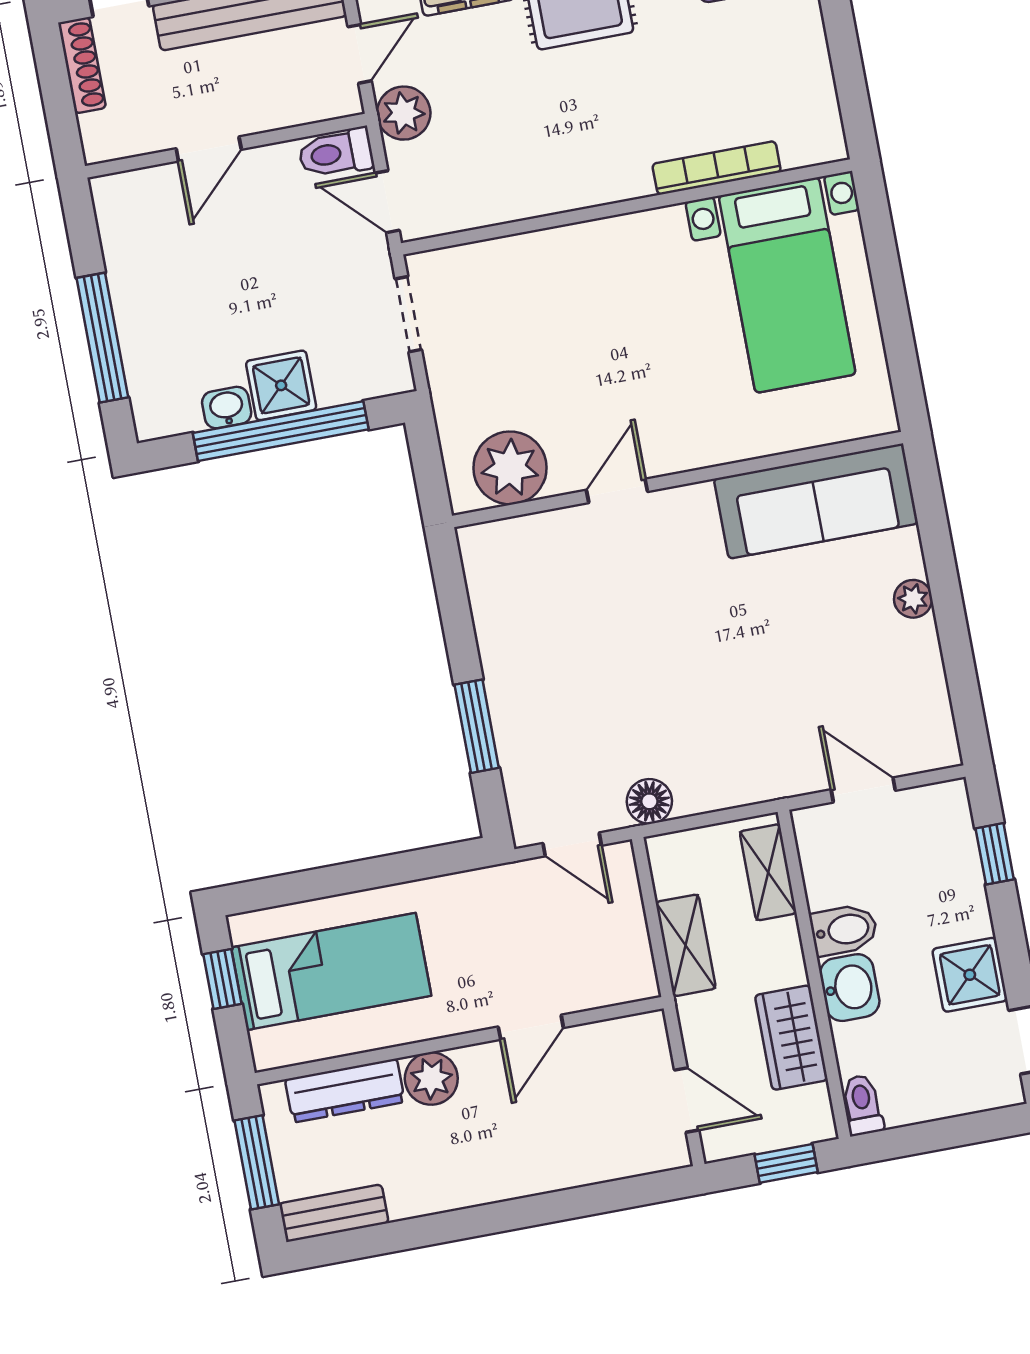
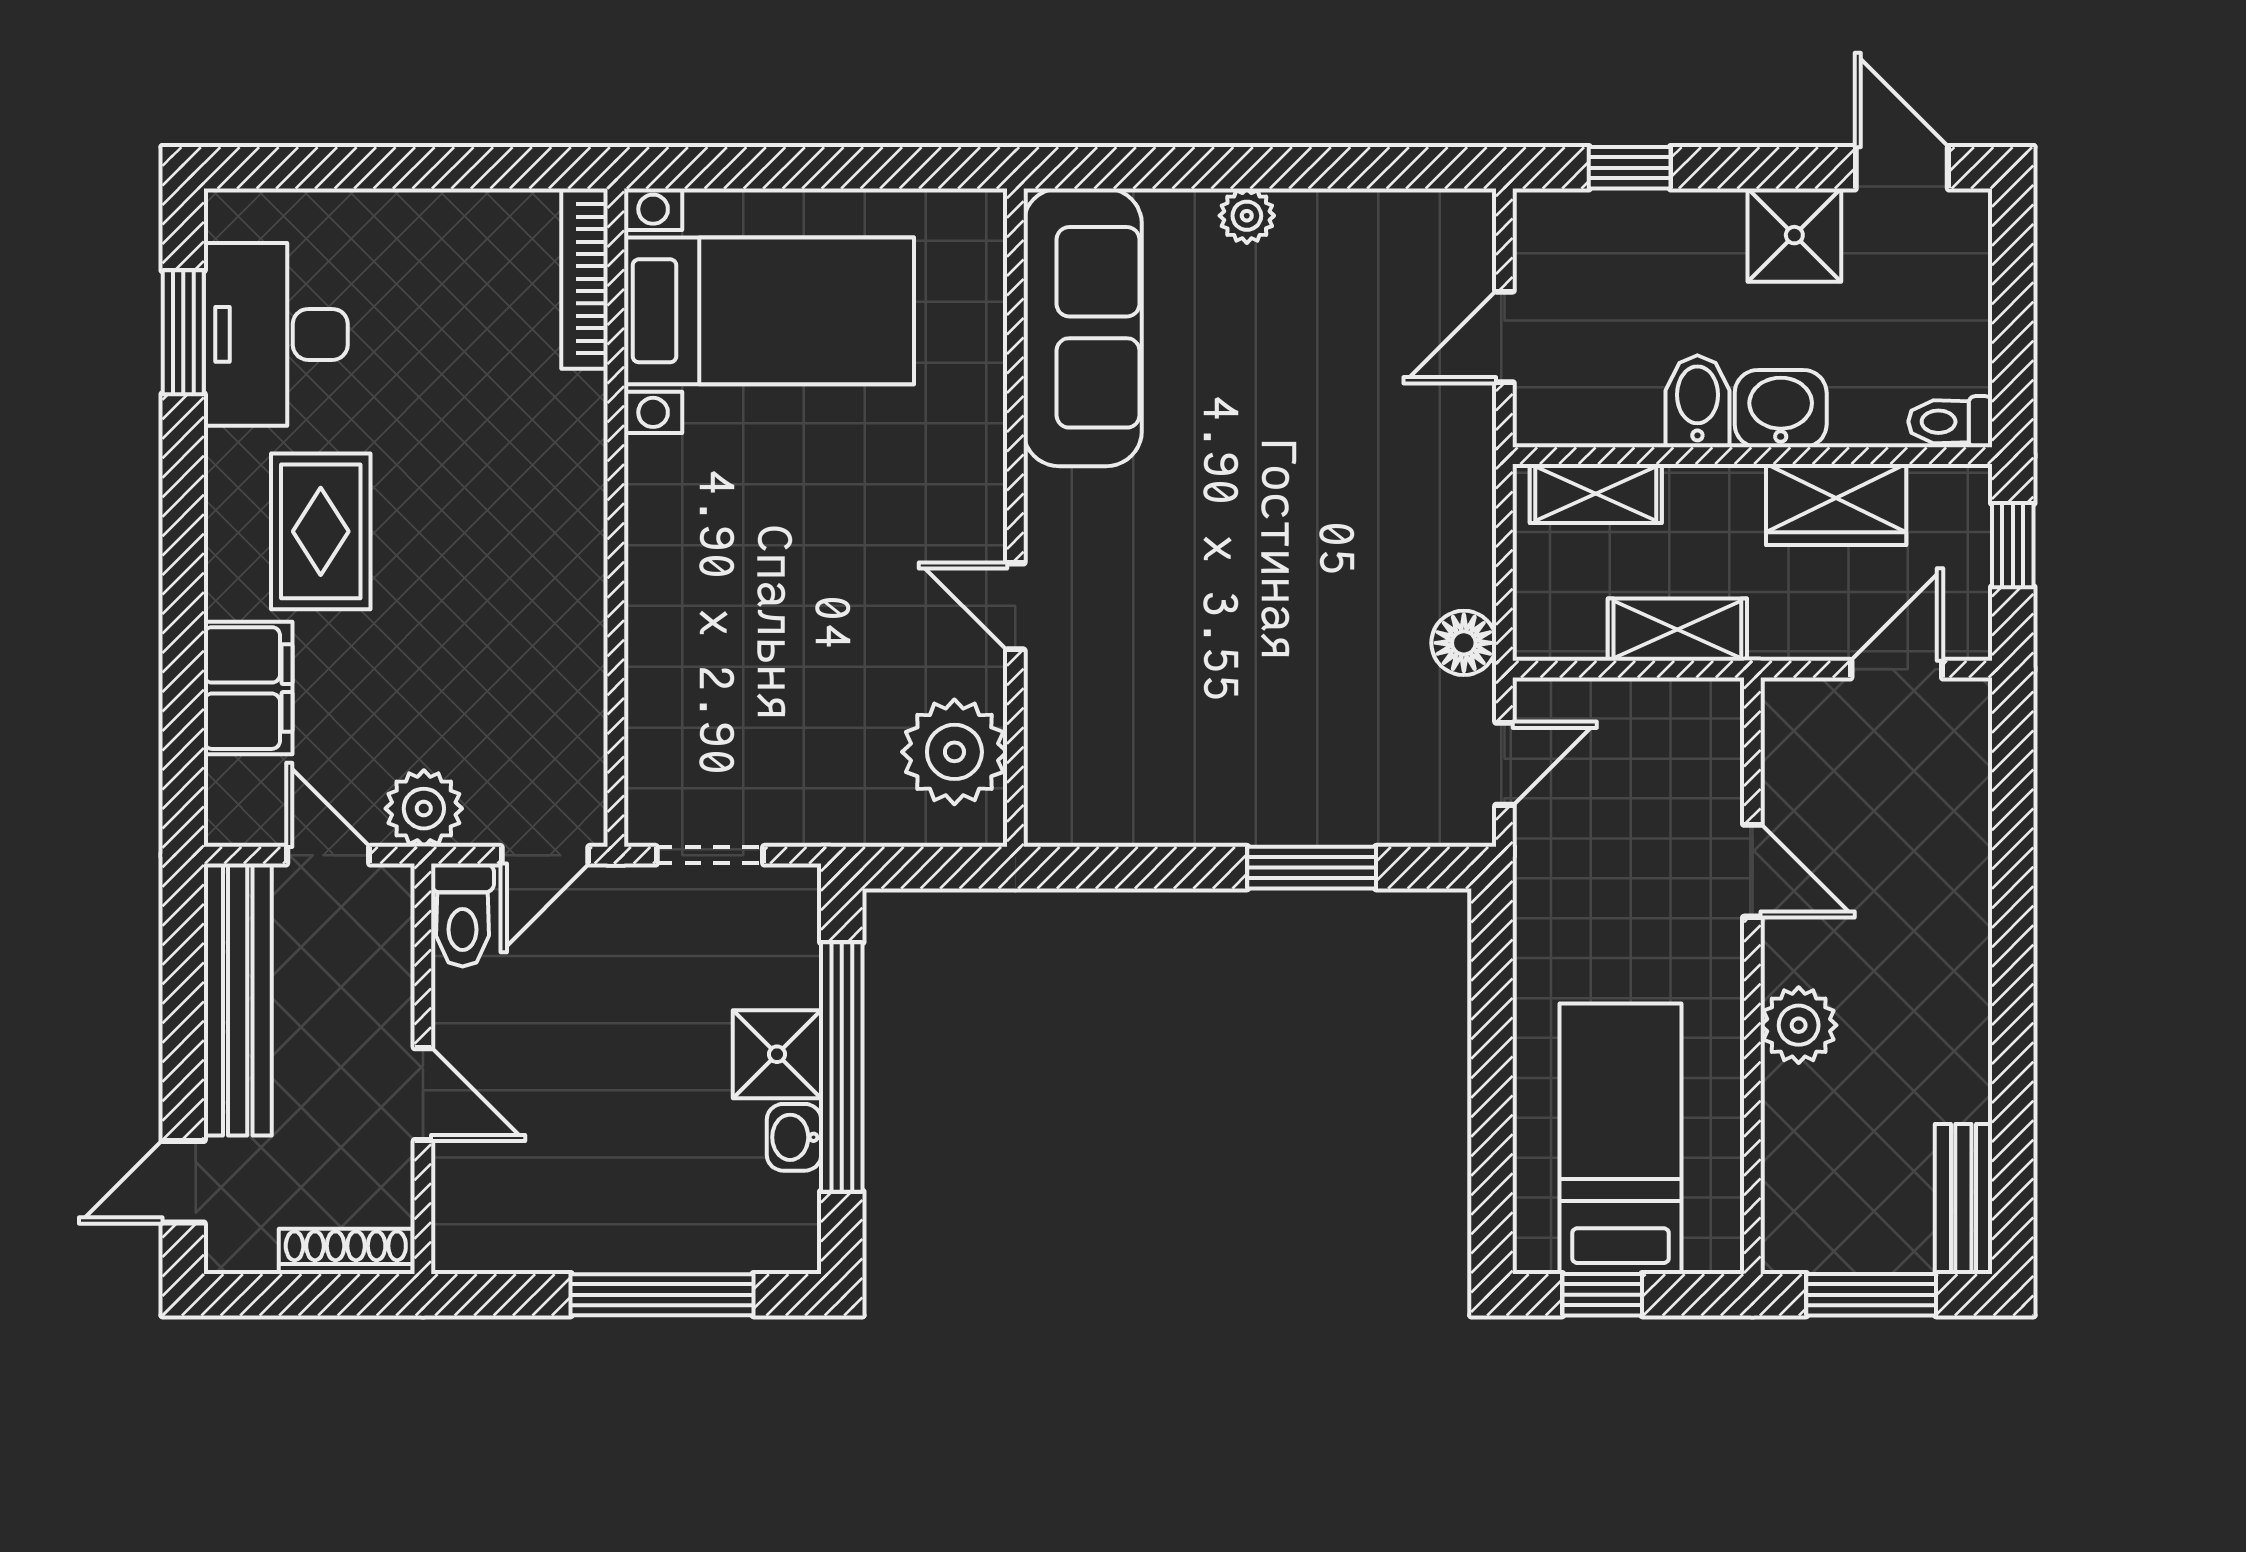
shoe rack: (82, 65) -> (346, 1251), moved
bookcase: (717, 168) -> (584, 279), moved
dresser: (345, 1091) -> (1793, 1151), removed

